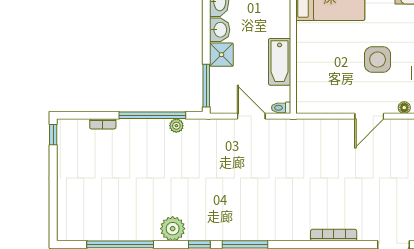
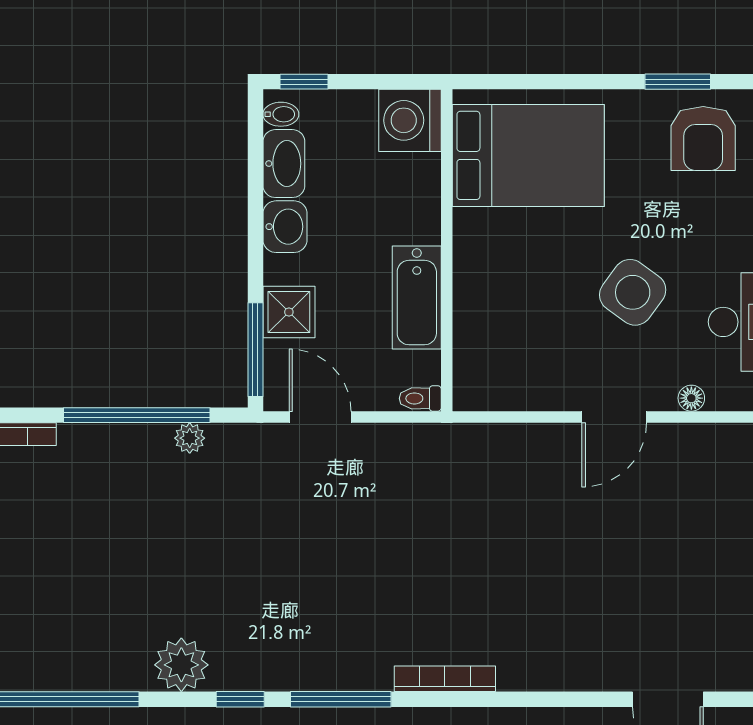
shower: (221, 55) -> (289, 312), moved
side table: (378, 60) -> (633, 292), turned 36
door: (251, 116) -> (320, 417), moved
bookcase: (334, 235) -> (445, 679), moved

